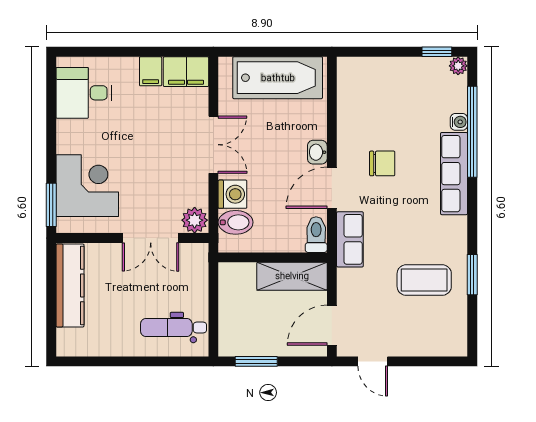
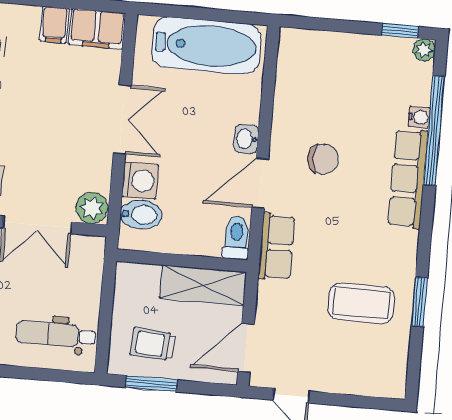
trolley: (255, 329) -> (153, 344), added

